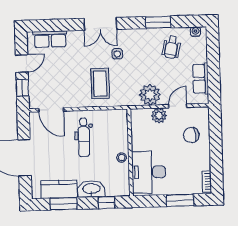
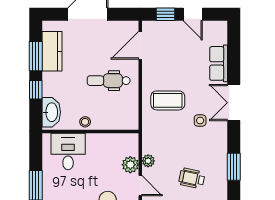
row of seats: (50, 39) -> (219, 63), moved
wheelchair: (171, 47) -> (192, 178), moved
plant: (150, 95) -> (148, 161), width x0.53, depth x0.53
desk: (149, 172) -> (68, 151), width x0.73
washbasin: (91, 189) -> (51, 112), moved
window: (106, 202) -> (36, 90), moved

